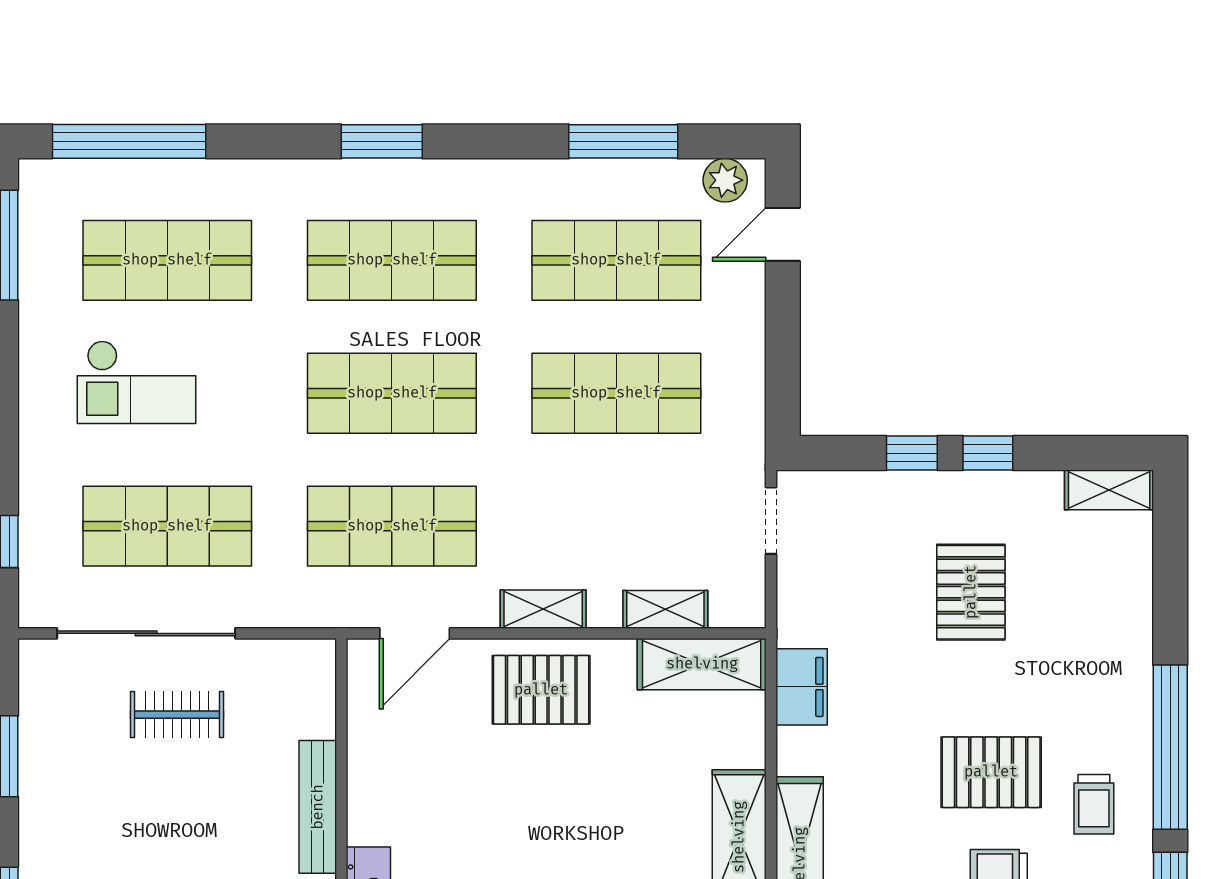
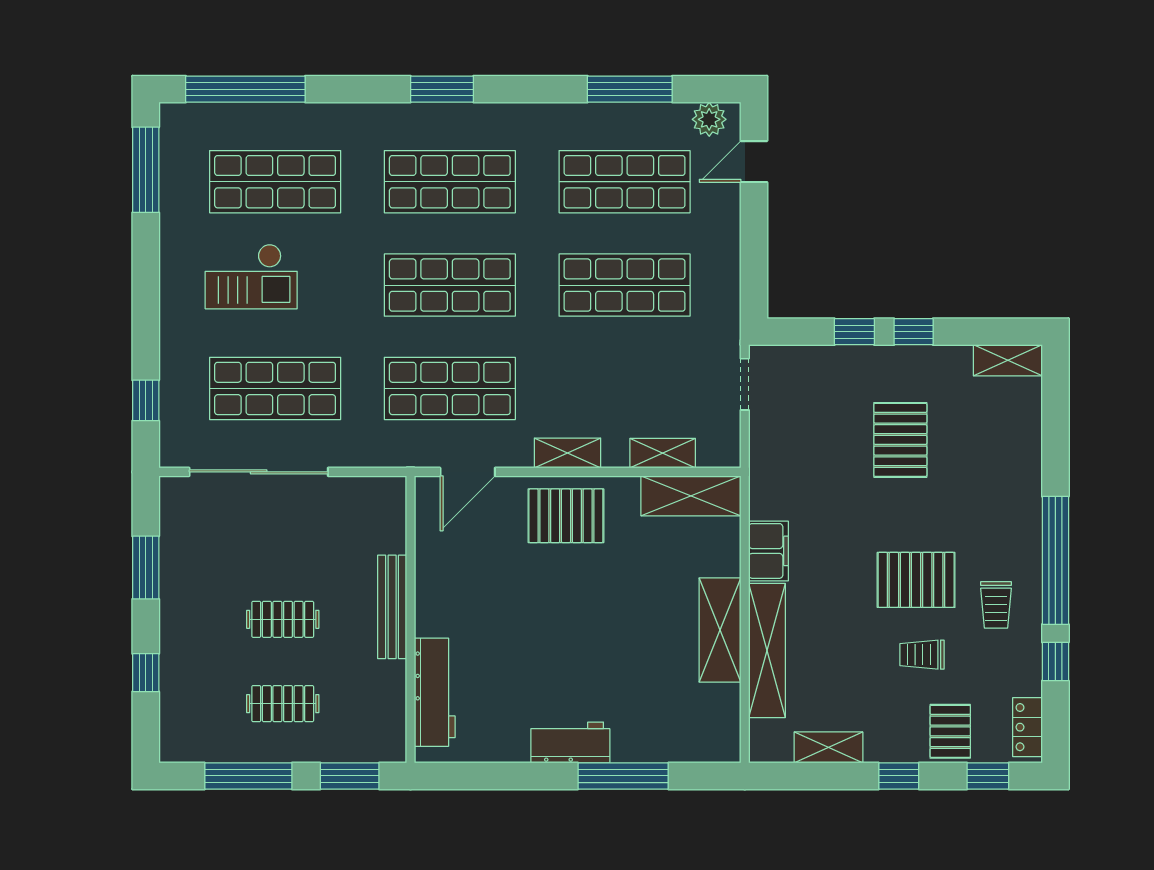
filing cabinet: (802, 687) -> (769, 551), moved
clothes rail: (177, 715) -> (283, 619), moved

